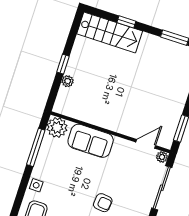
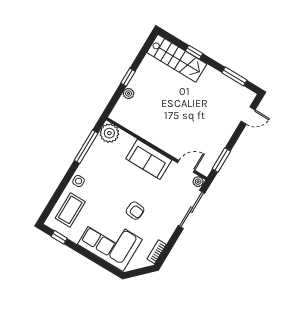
sofa: (91, 141) -> (149, 159), moved

